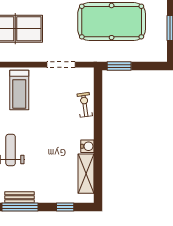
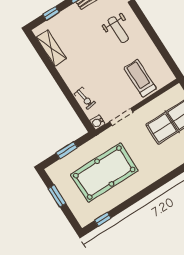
window: (119, 66) -> (67, 150), moved
water cooler: (87, 146) -> (97, 122), moved

